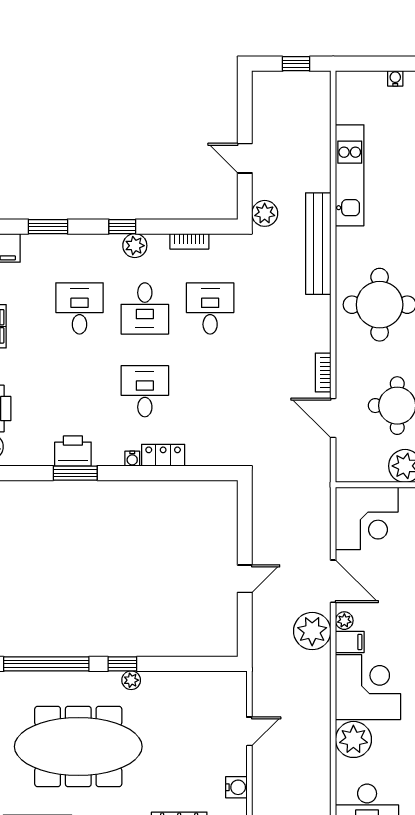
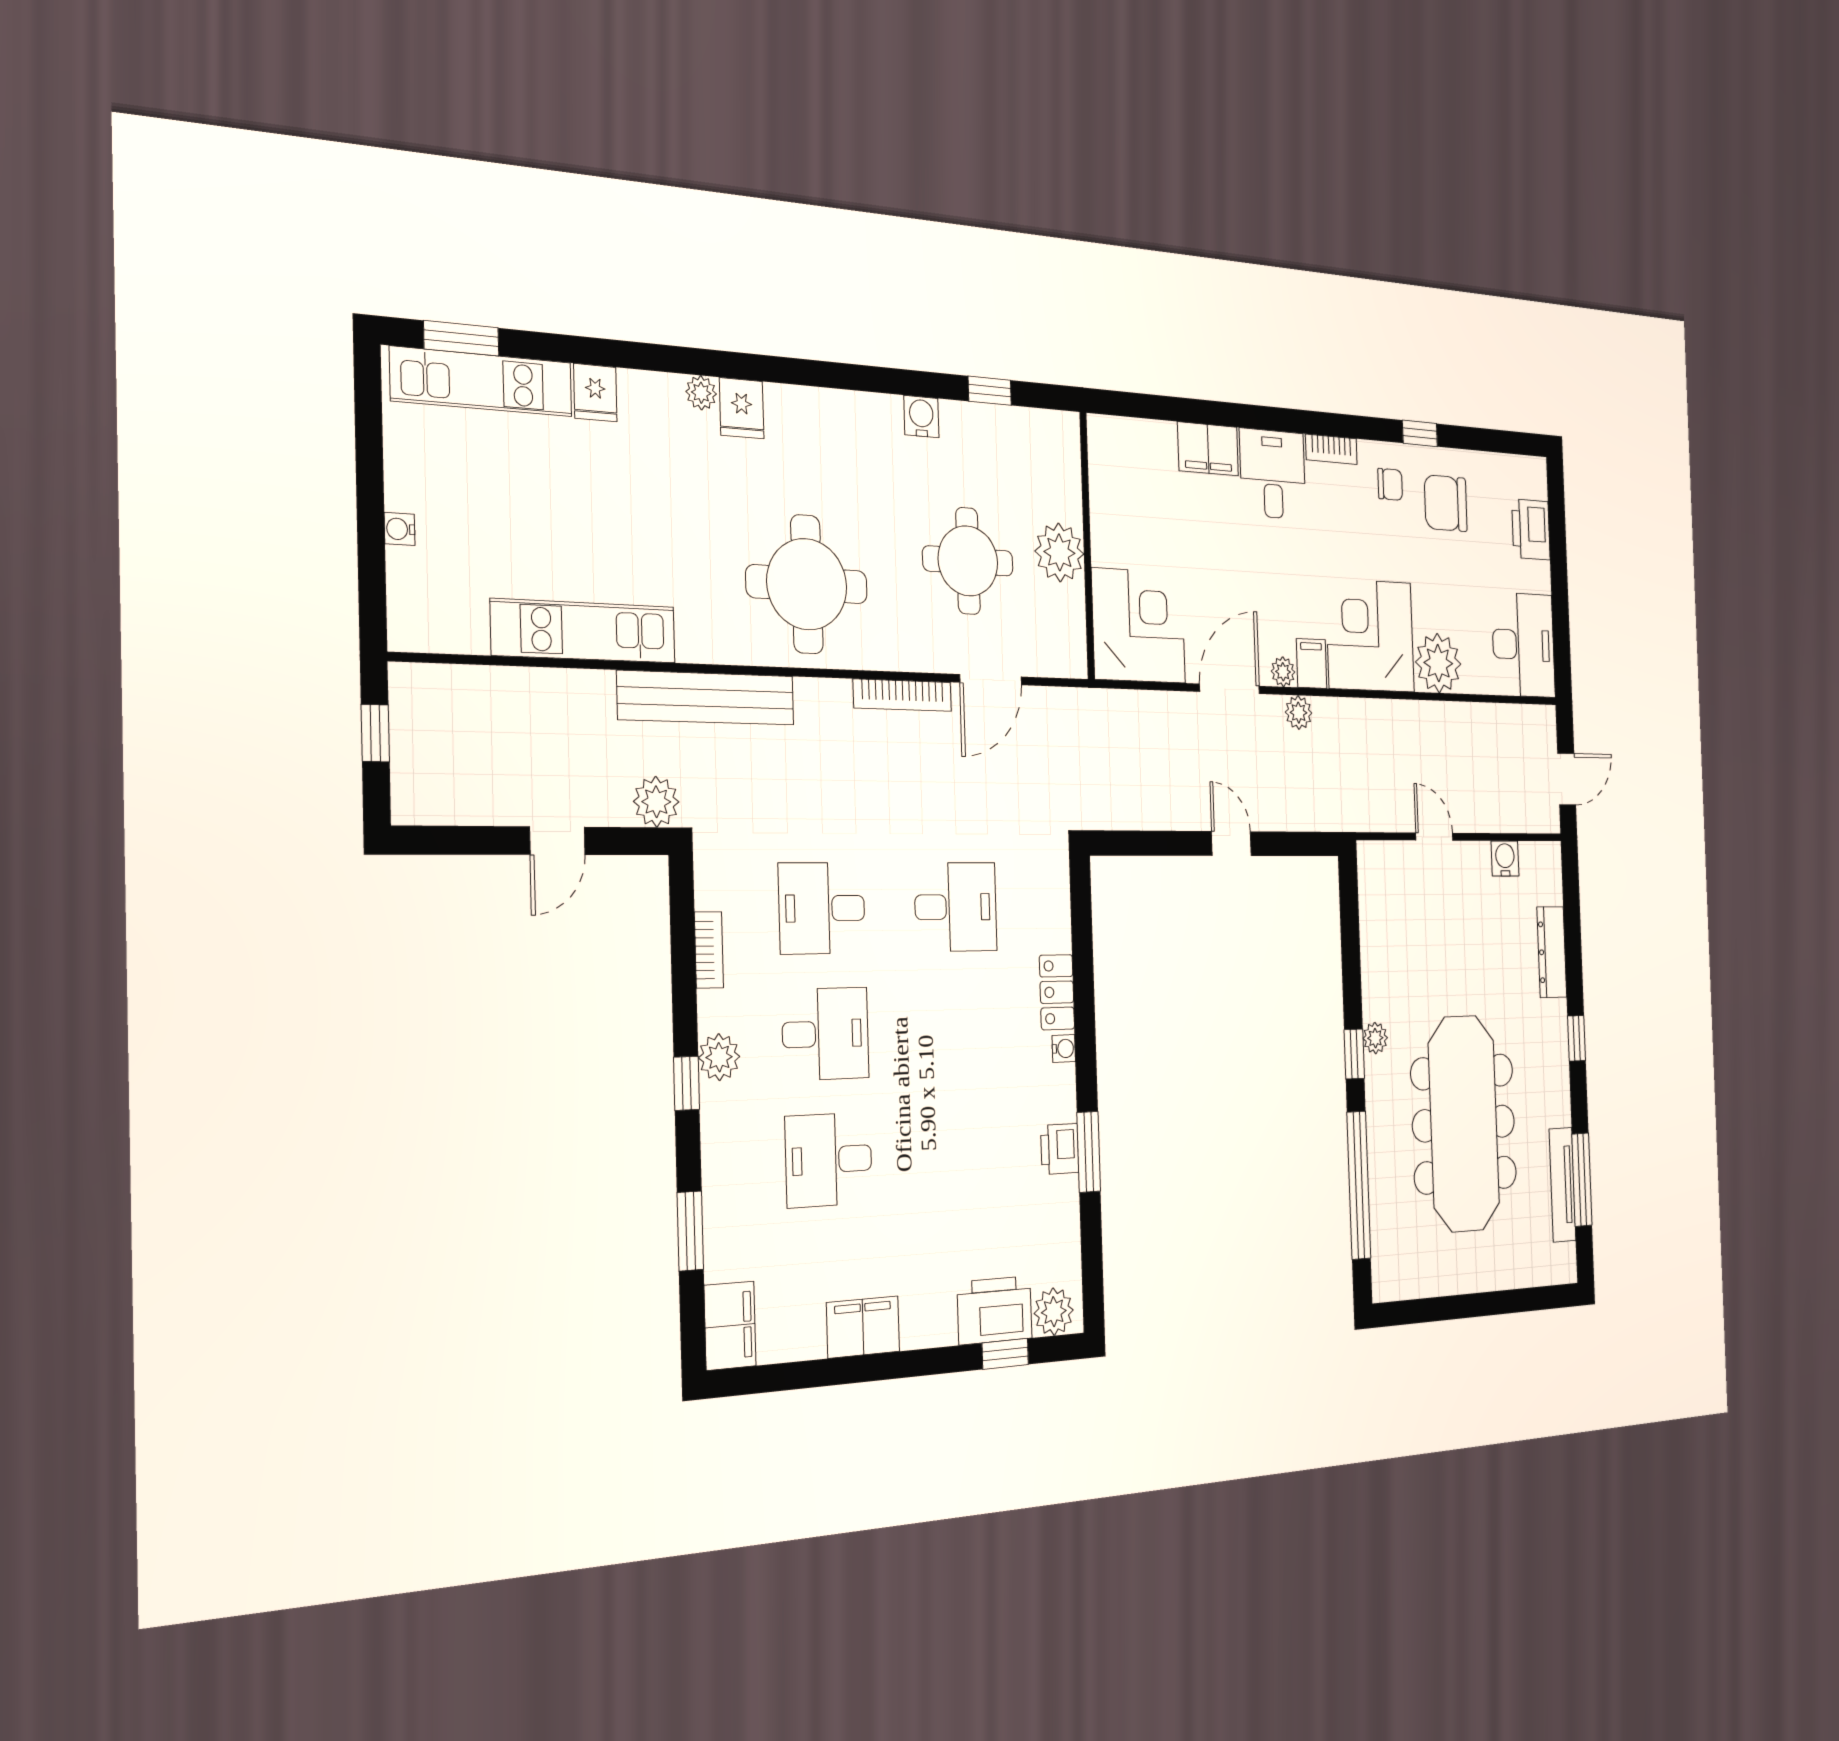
bookcase: (323, 372) -> (902, 695), width x1.56
desk: (145, 391) -> (956, 907), moved, turned 180
printer: (73, 451) -> (1060, 1149), width x0.73, depth x0.81
plant: (312, 631) -> (1299, 713), width x0.53, depth x0.53

